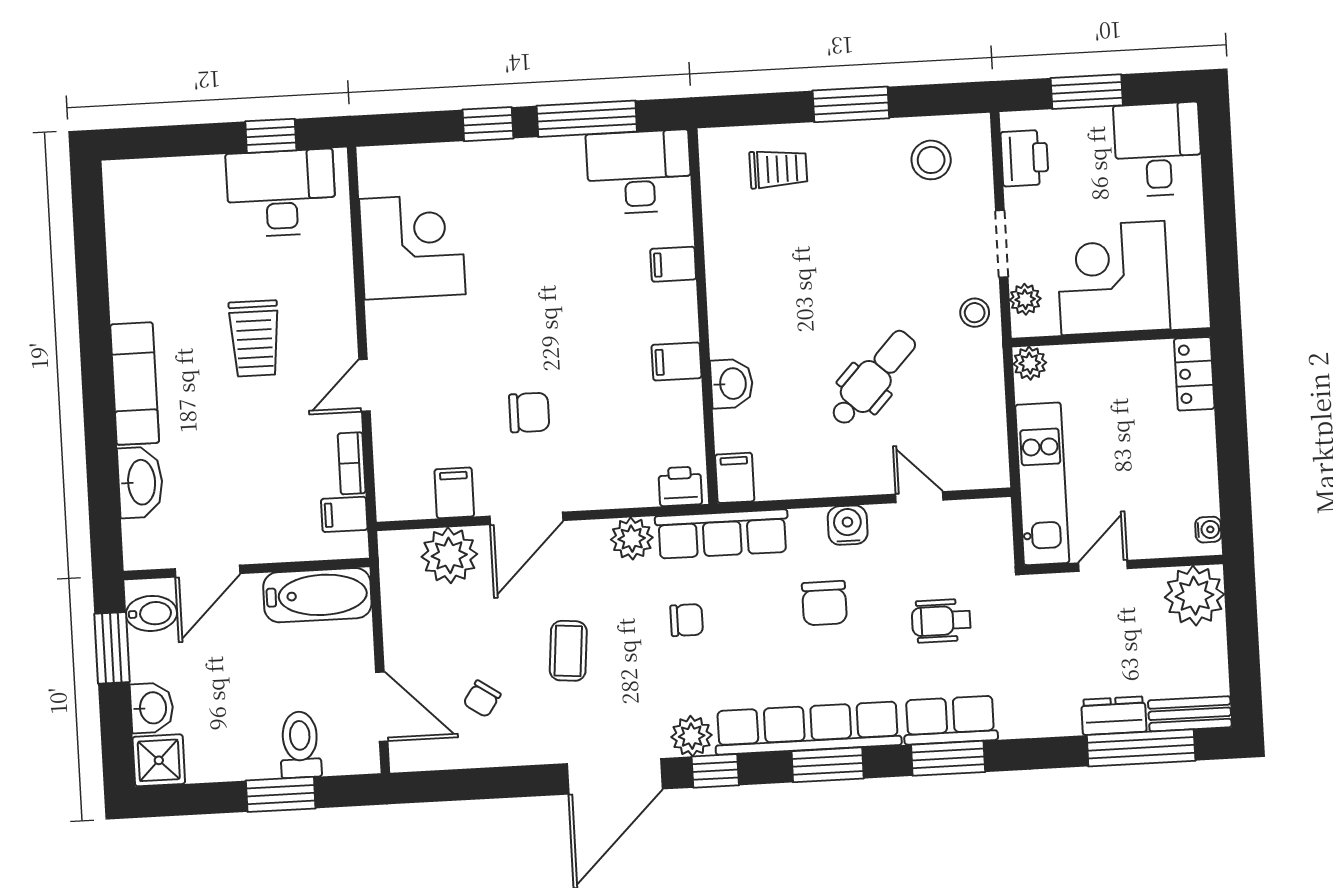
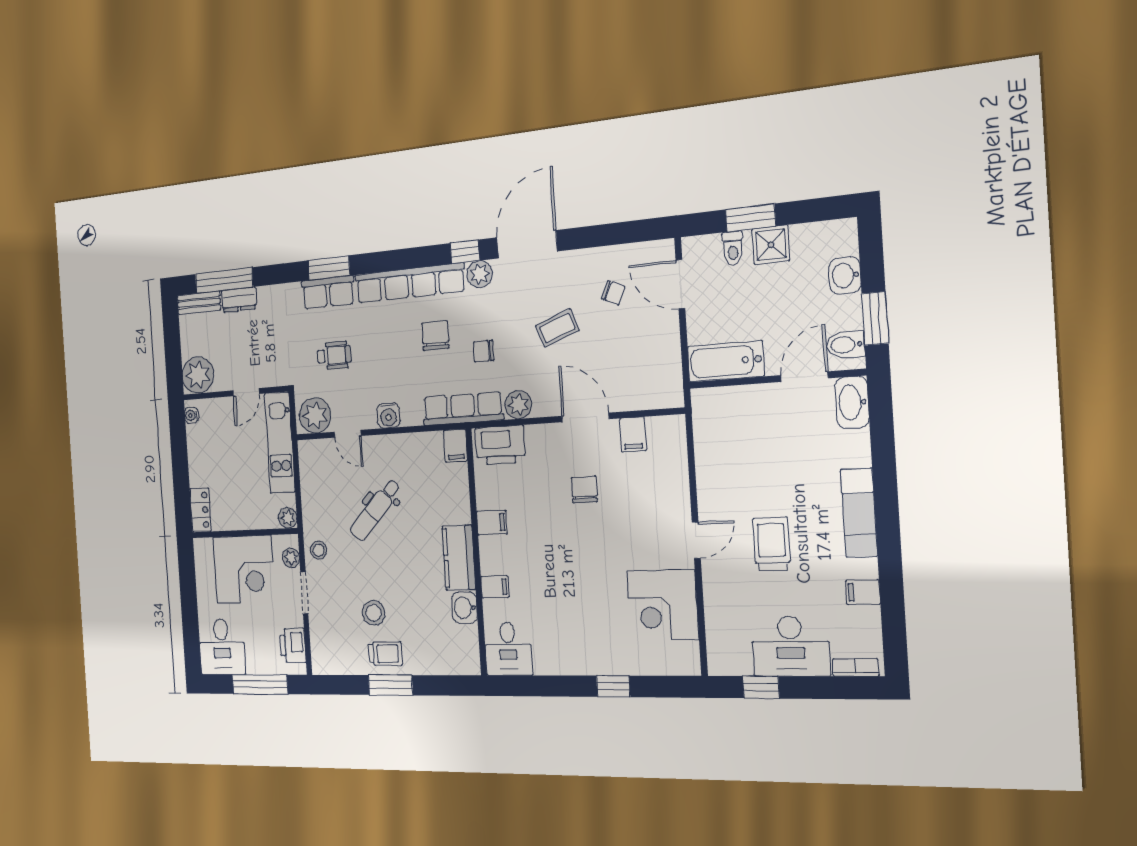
window: (1087, 92) -> (260, 684), width x1.44
window: (587, 119) -> (550, 686), removed
stool: (931, 160) -> (374, 613), moved
trolley: (778, 169) -> (385, 654), moved, turned 180
desk: (639, 172) -> (508, 649), width x0.73
desk: (281, 193) -> (790, 646), moved
kitchen counter: (732, 307) -> (459, 558), added
washbasin: (732, 384) -> (465, 608), moved
door: (364, 385) -> (696, 540), moved
chair: (529, 412) -> (584, 490), turned 90
bookcase: (352, 463) -> (856, 667), moved, turned -90
washbasin: (140, 482) -> (852, 402), moved
printer: (680, 486) -> (500, 445), width x1.87, depth x1.48
filing cabinet: (344, 514) -> (863, 592), moved, turned 180
door: (526, 518) -> (585, 417), hinge flipped
plant: (449, 555) -> (315, 415), moved
chair: (824, 603) -> (435, 336), moved
coffee table: (568, 651) -> (557, 328), turned 65
chair: (482, 699) -> (613, 293), turned 80
toilet: (300, 745) -> (733, 248), width x0.73, depth x0.72
shower: (159, 760) -> (771, 245), moved
window: (828, 765) -> (398, 260), removed

